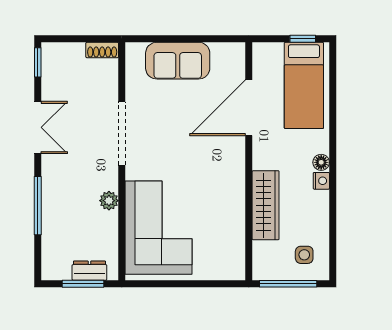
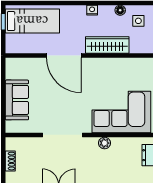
shoe rack: (102, 50) -> (10, 161), moved
door: (249, 108) -> (64, 56), moved
floor lamp: (321, 162) -> (120, 10), moved

